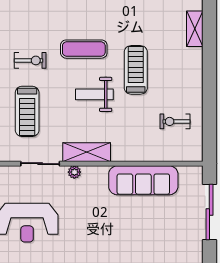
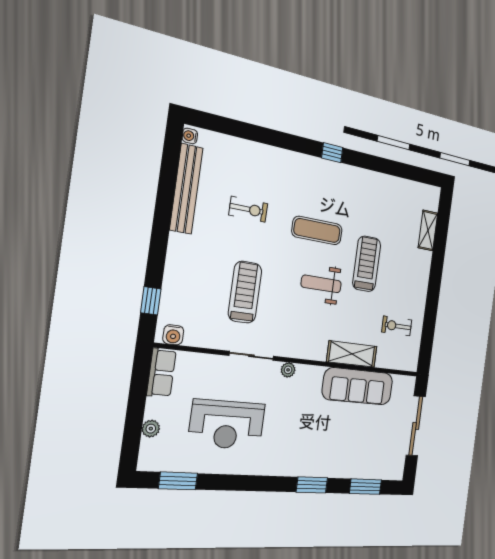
exercise bike: (30, 60) -> (248, 209), moved
treadmill: (27, 111) -> (245, 292), turned 180
shelving: (87, 152) -> (352, 354), moved

